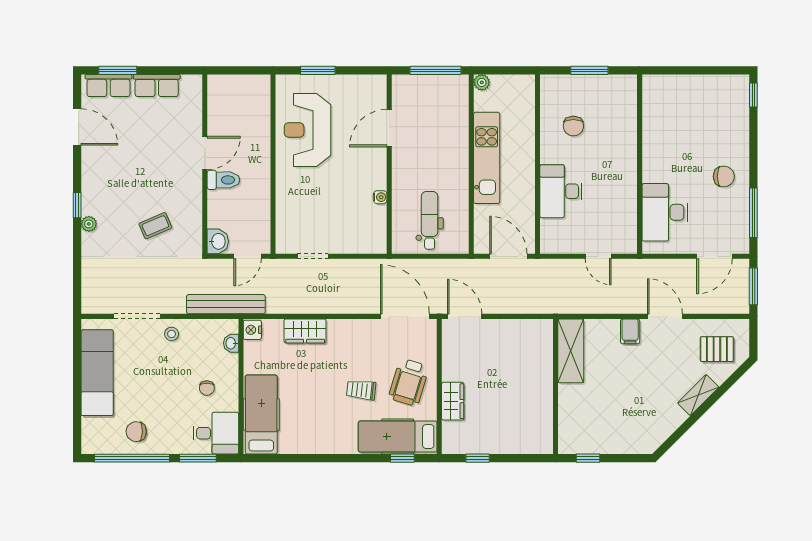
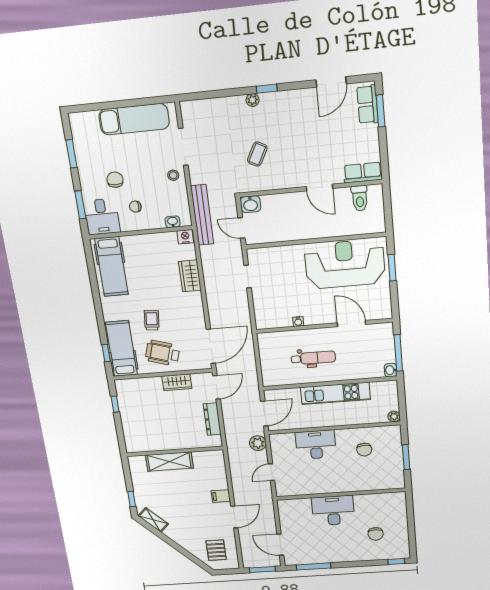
washbasin: (459, 82) -> (391, 370), added
plant: (482, 82) -> (394, 416), moved
row of seats: (157, 86) -> (363, 173), moved, turned 90
chair: (573, 126) -> (364, 450), turned -93
reception desk: (307, 130) -> (345, 264), width x1.36, depth x1.30
chair: (724, 176) -> (376, 534), moved
toilet: (223, 180) -> (360, 198), moved
desk: (665, 212) -> (333, 510), moved
dental chair: (430, 220) -> (313, 358), moved
coffee table: (155, 226) -> (257, 154), turned 51
plant: (552, 270) -> (258, 443), added
dresser: (511, 328) -> (212, 419), added
shelving: (571, 351) -> (169, 462), moved
shelving: (698, 395) -> (153, 520), moved
wardrobe: (453, 401) -> (177, 382), moved
hospital bed: (261, 415) -> (112, 267), moved, turned 90
chair: (136, 432) -> (115, 180), moved
window: (132, 458) -> (71, 154), width x0.47
window: (588, 458) -> (132, 499), moved

